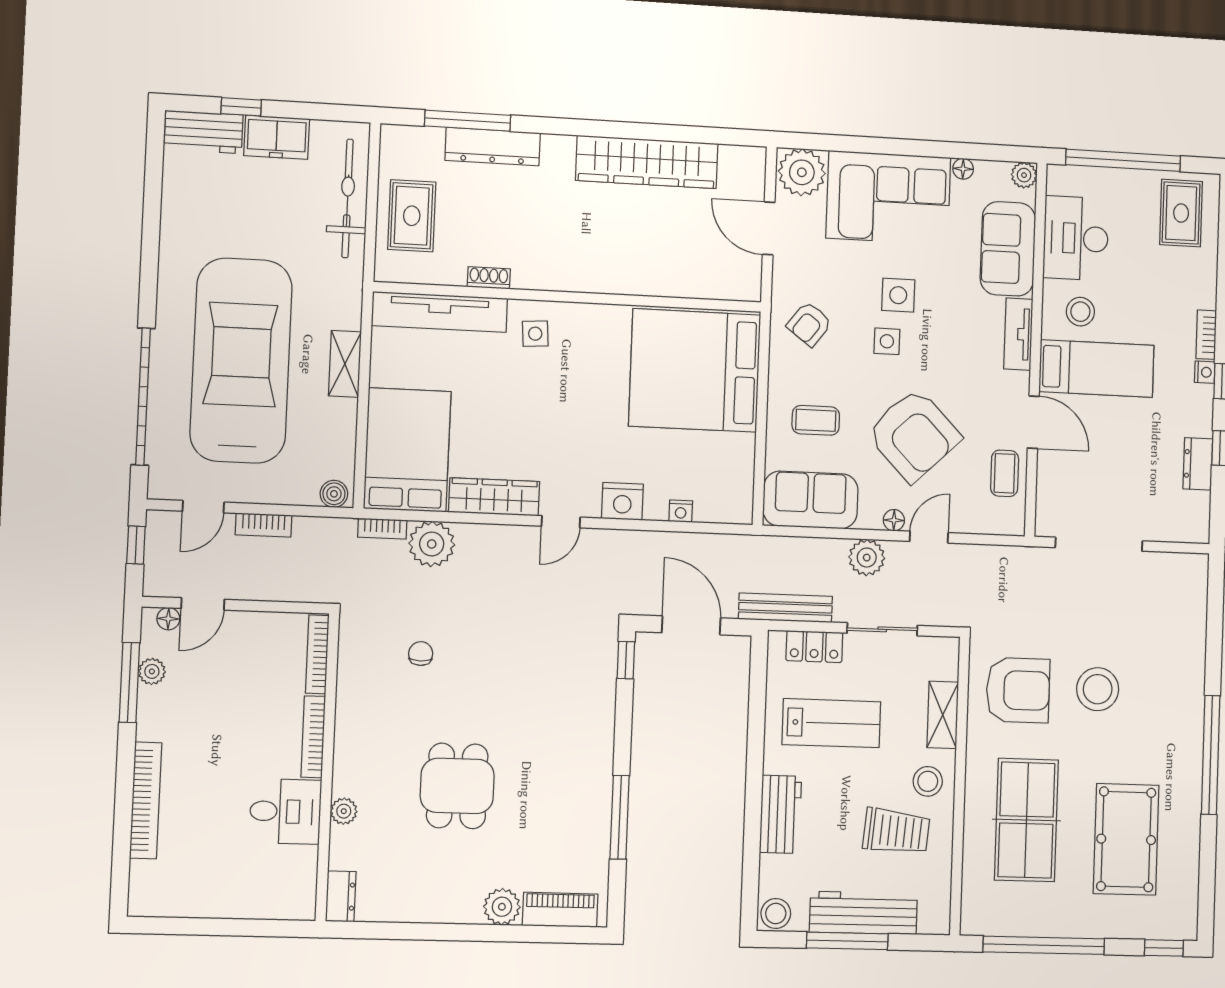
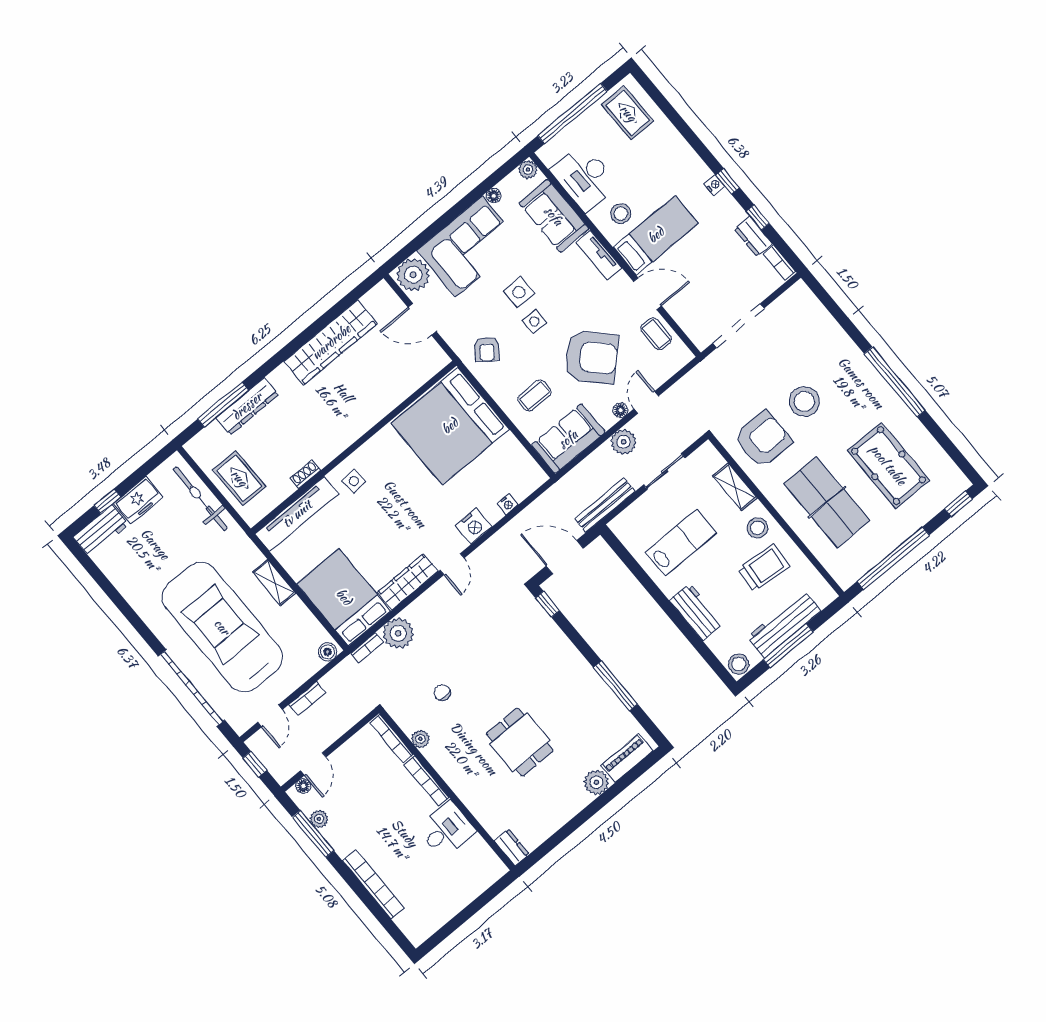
bookcase: (1206, 335) -> (779, 263), moved
locker: (814, 647) -> (637, 512), removed
plant: (344, 811) -> (420, 739), moved

